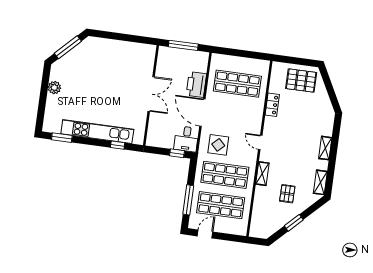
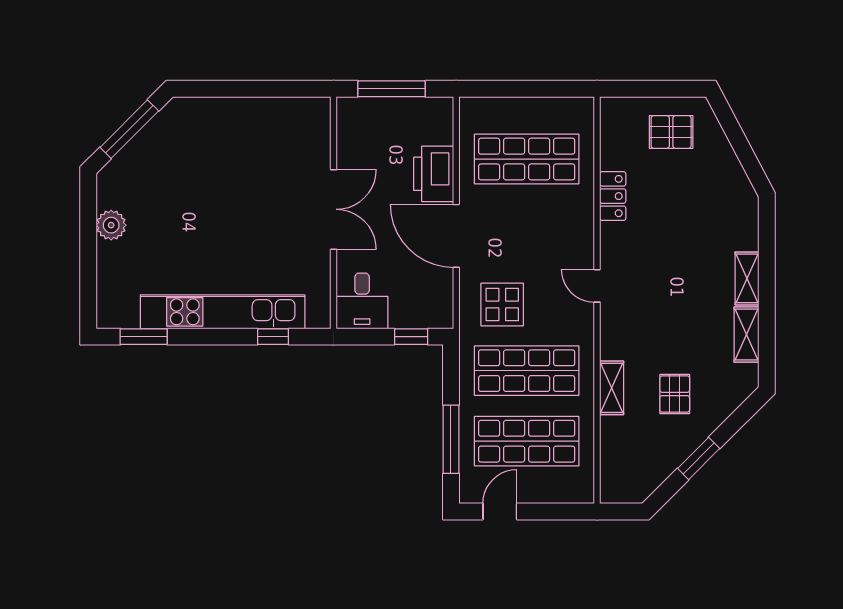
pallet: (301, 80) -> (671, 132), width x0.67, depth x0.71
desk: (186, 139) -> (362, 301), moved
shelving: (262, 174) -> (612, 388), moved
shelving: (320, 182) -> (746, 335), moved

